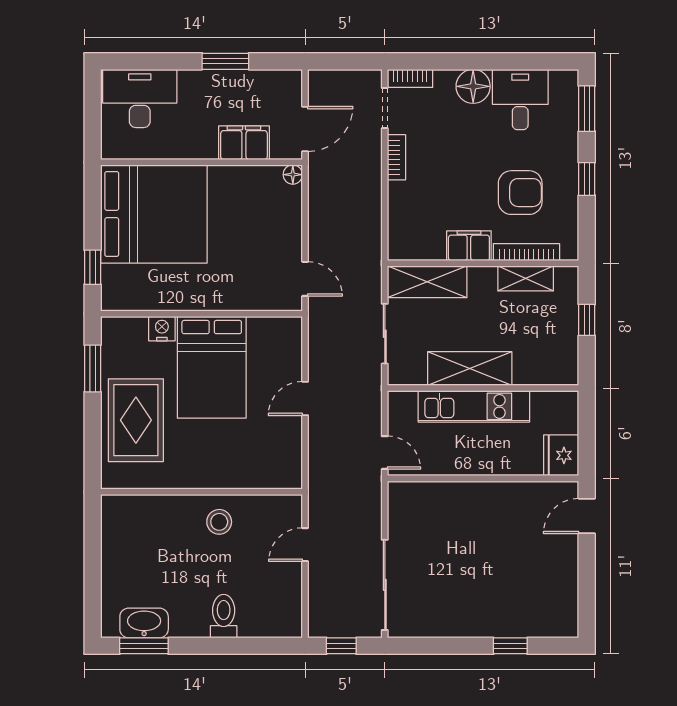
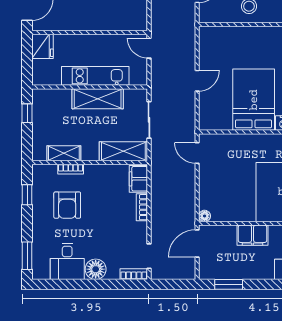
window: (225, 61) -> (229, 284), moved
filing cabinet: (244, 143) -> (253, 235), moved
bookcase: (396, 157) -> (142, 207), moved
window: (587, 179) -> (27, 195), moved
armchair: (520, 193) -> (67, 205), turned -90
filing cabinet: (469, 246) -> (138, 179), moved, turned 90
bookcase: (526, 252) -> (71, 169), width x0.64
window: (587, 320) -> (27, 113), moved

